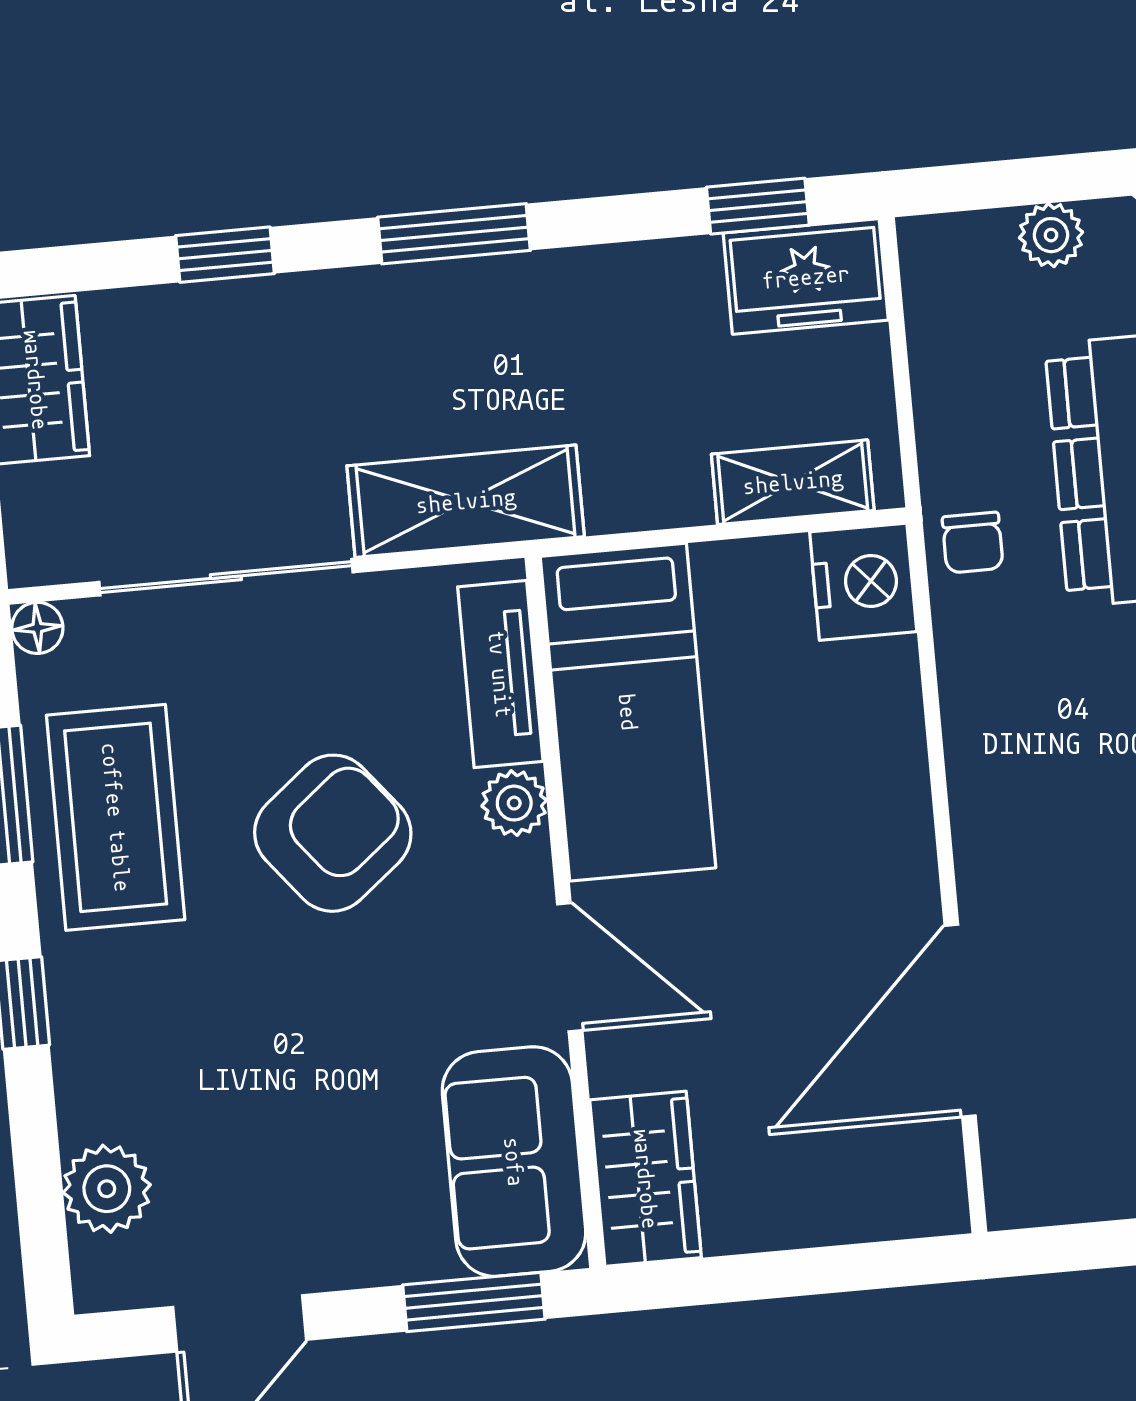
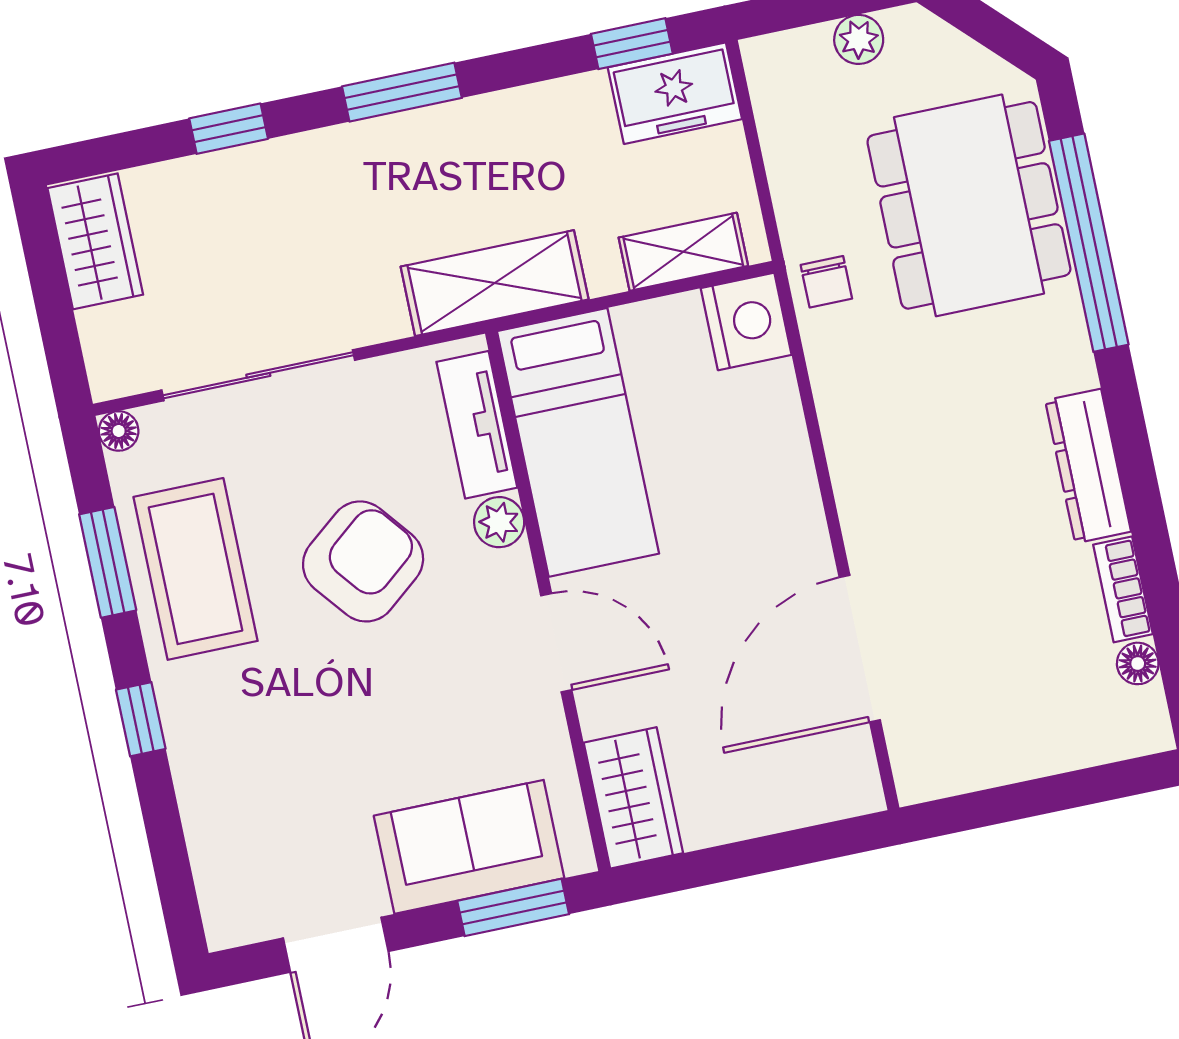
shelving: (466, 501) -> (495, 283), moved
sofa: (514, 1162) -> (469, 847), moved, turned 90
plant: (107, 1189) -> (222, 854), removed

